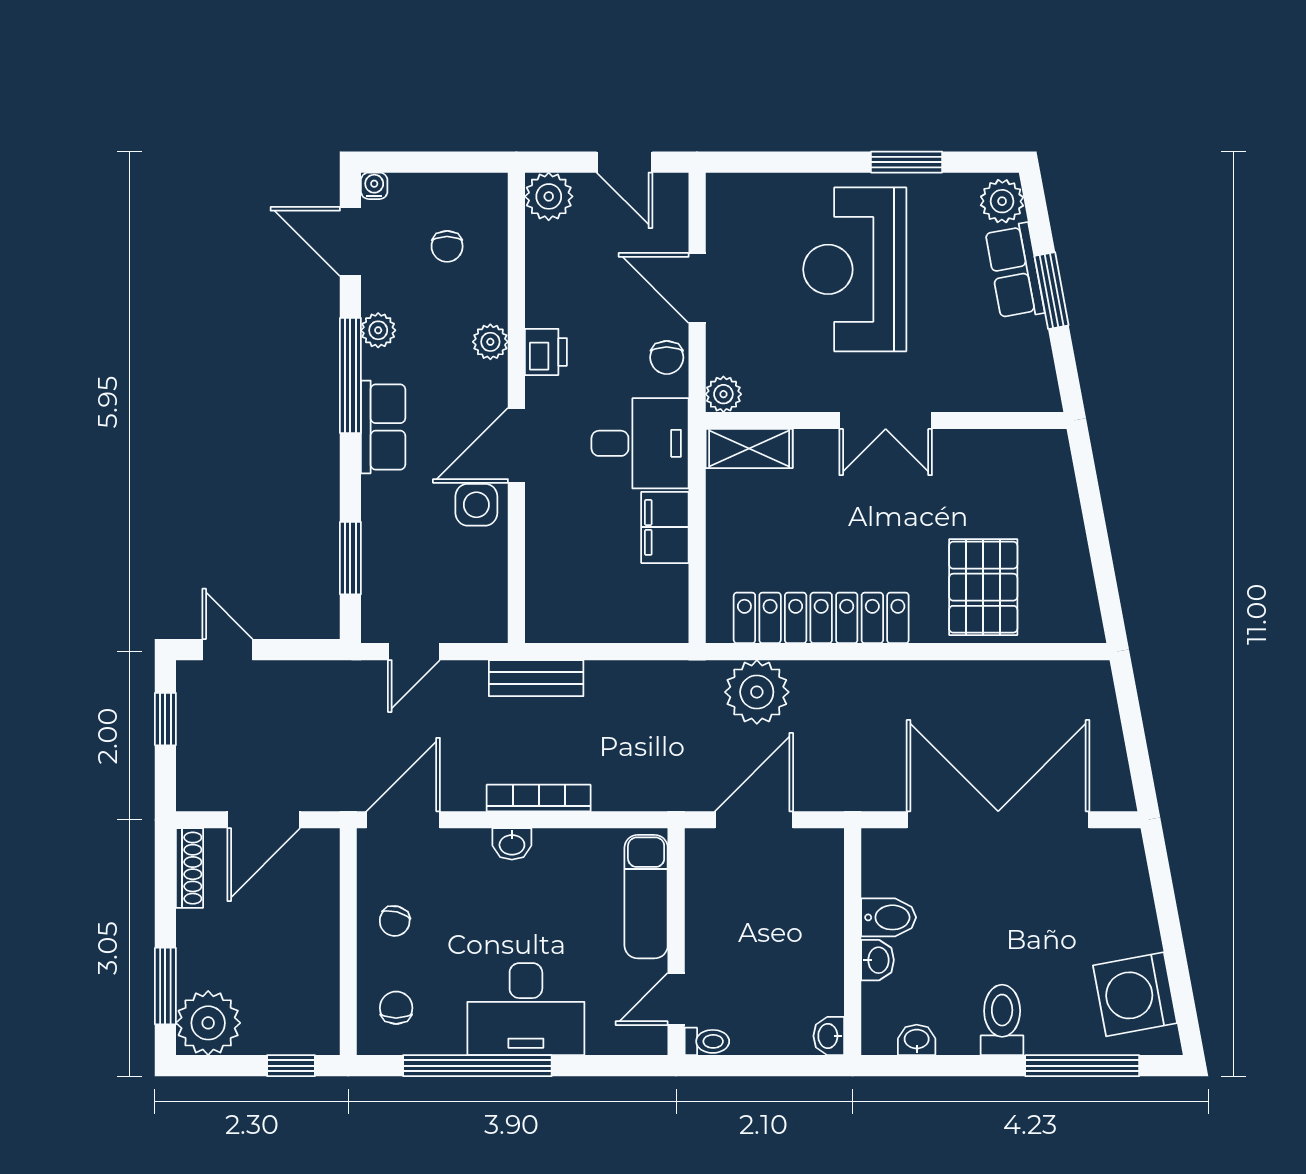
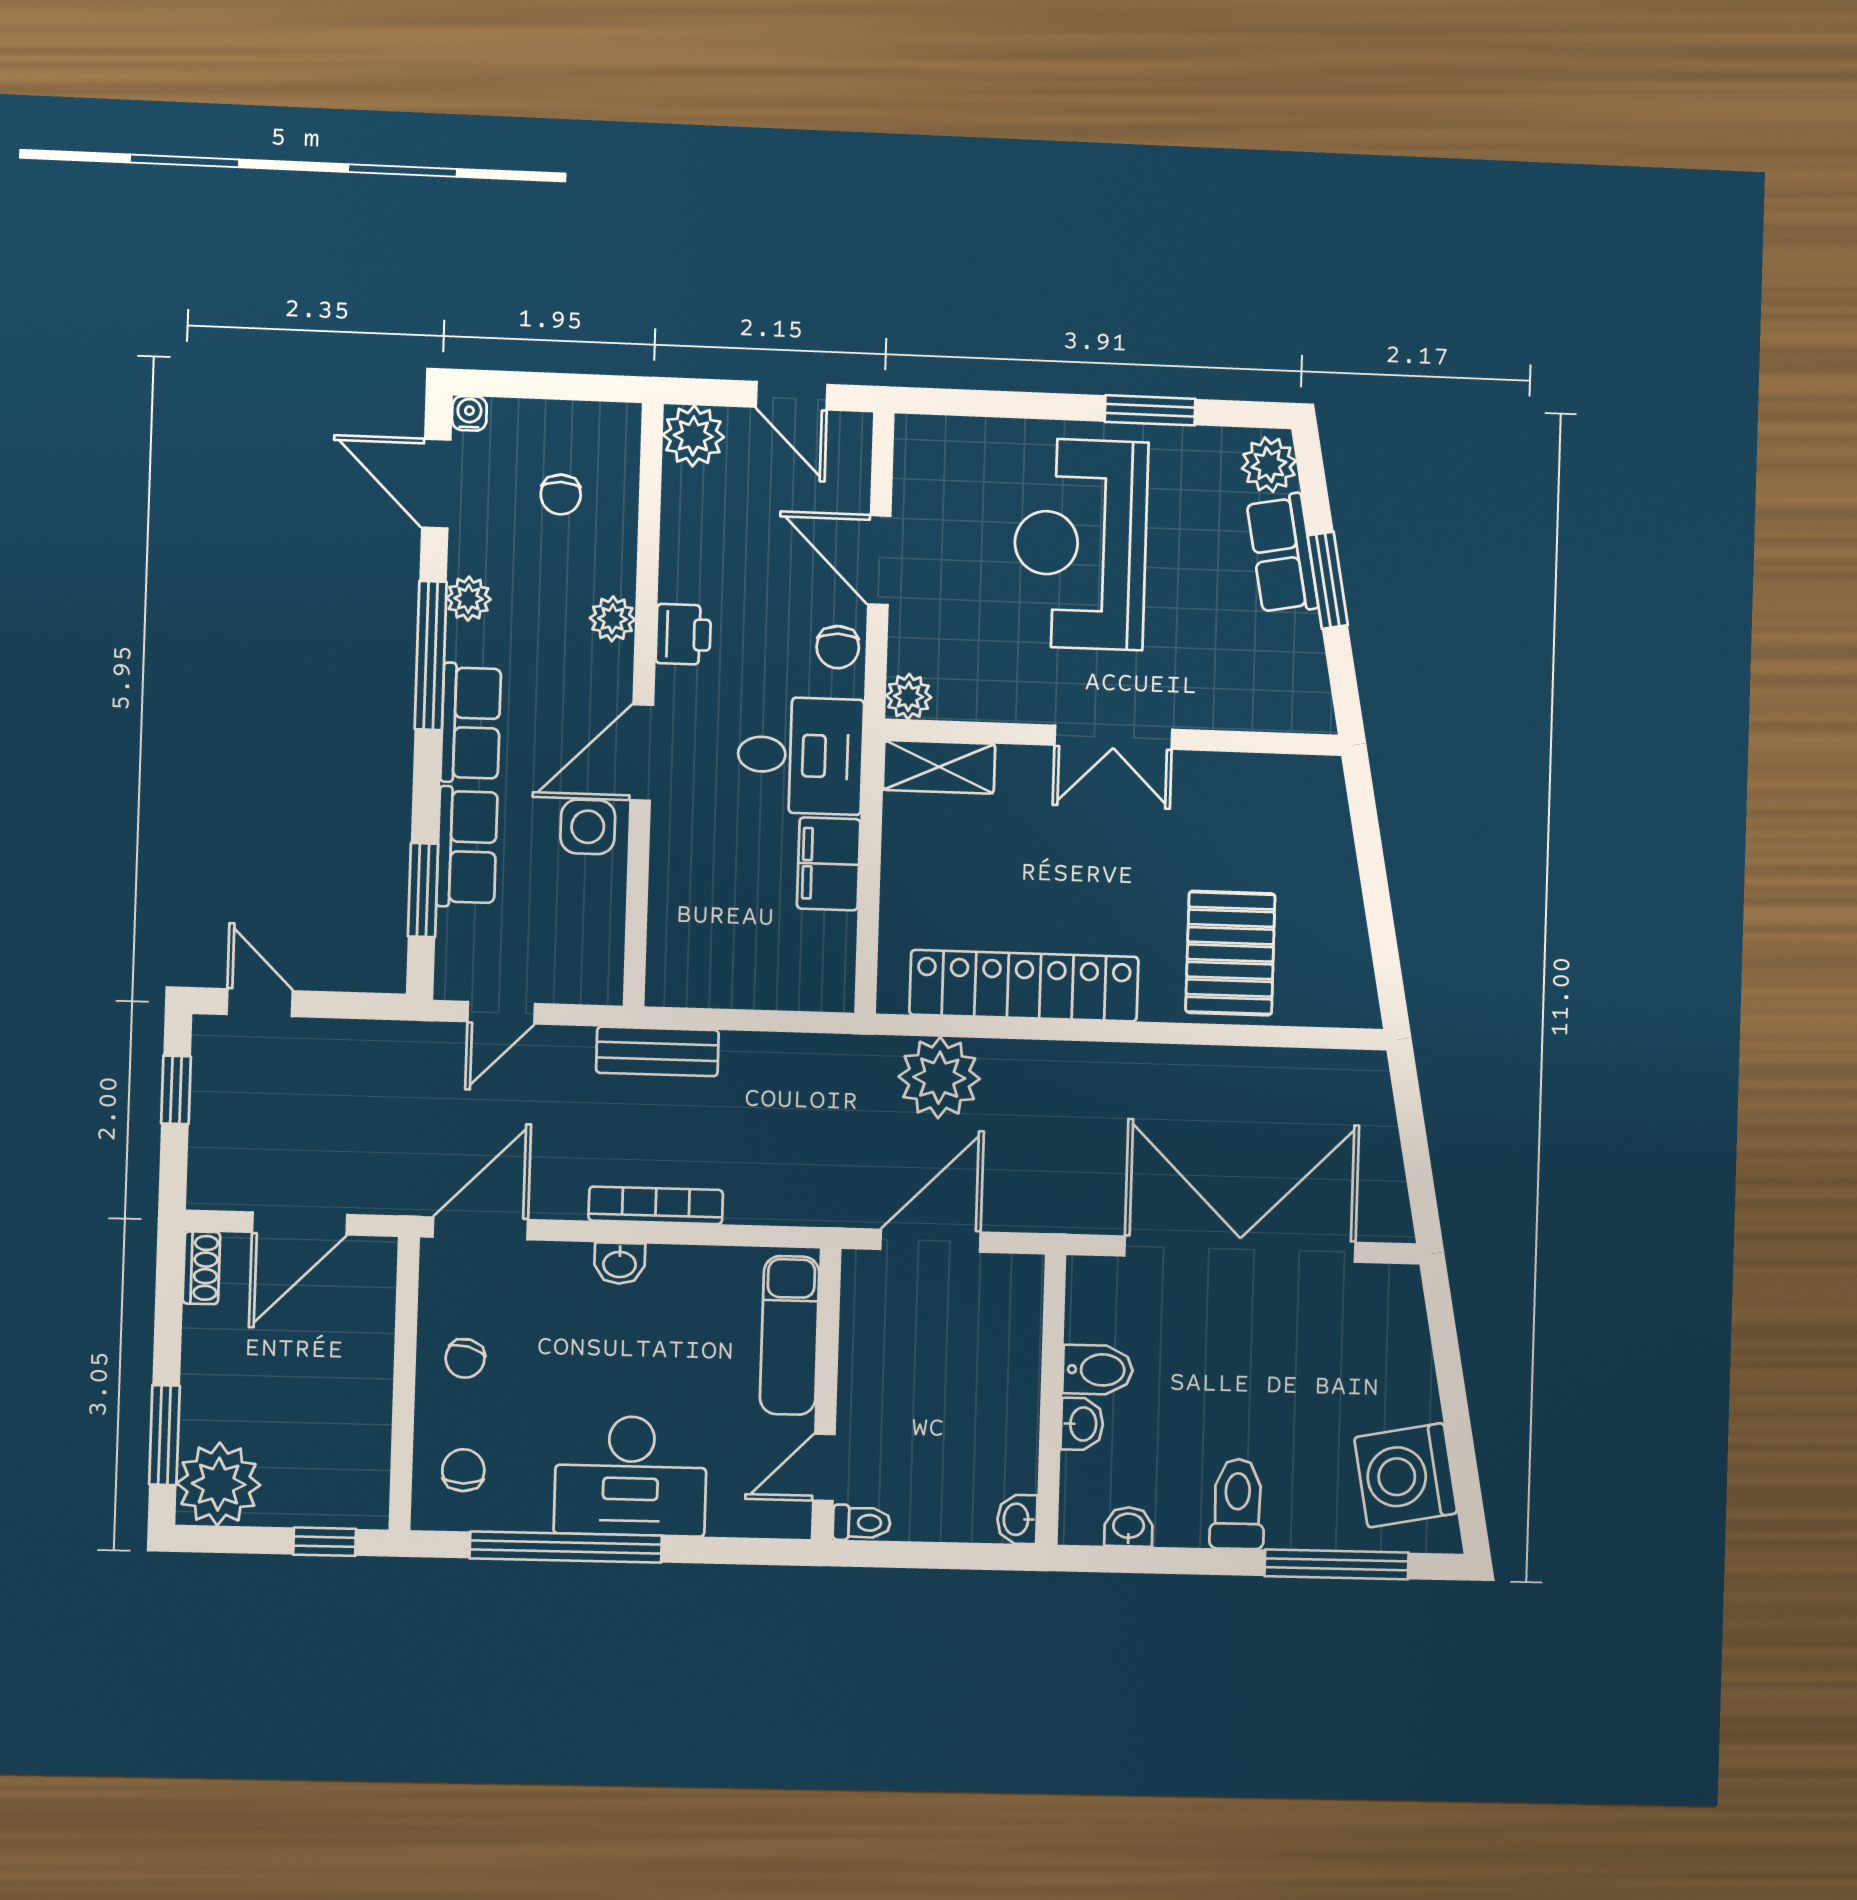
row of seats: (383, 523) -> (467, 847), added
shoe rack: (190, 868) -> (201, 1268), width x0.70

